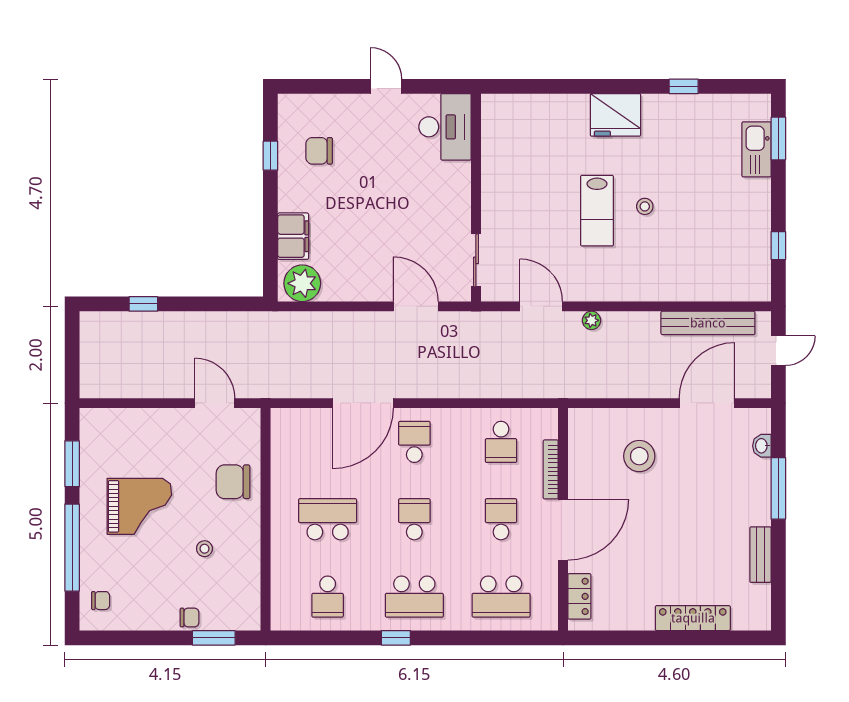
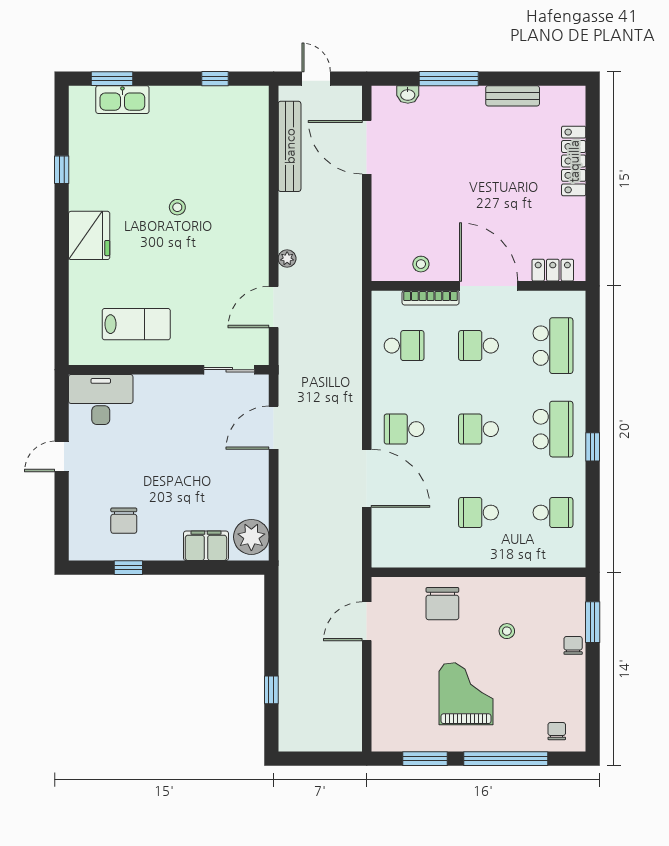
lab bench: (597, 211) -> (136, 324), moved
stool: (639, 456) -> (421, 264), moved, width x0.53, depth x0.53
school desk: (328, 519) -> (479, 513), width x0.54

